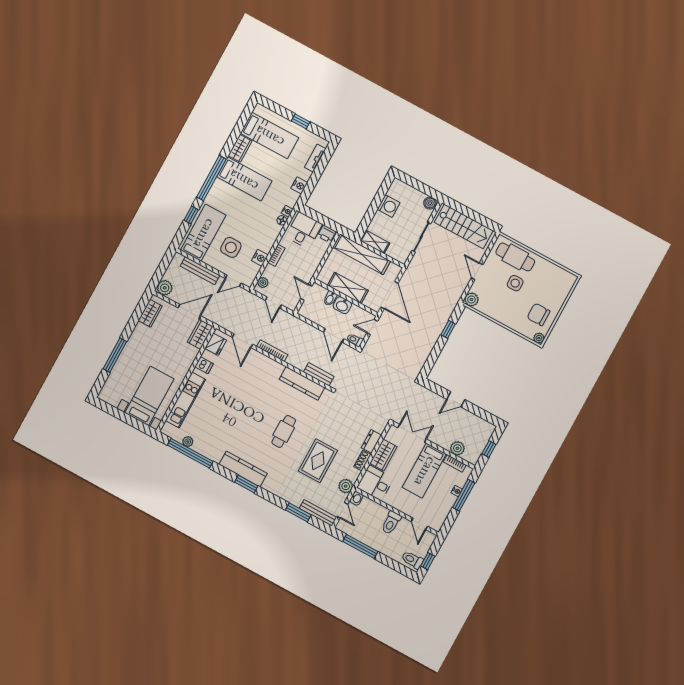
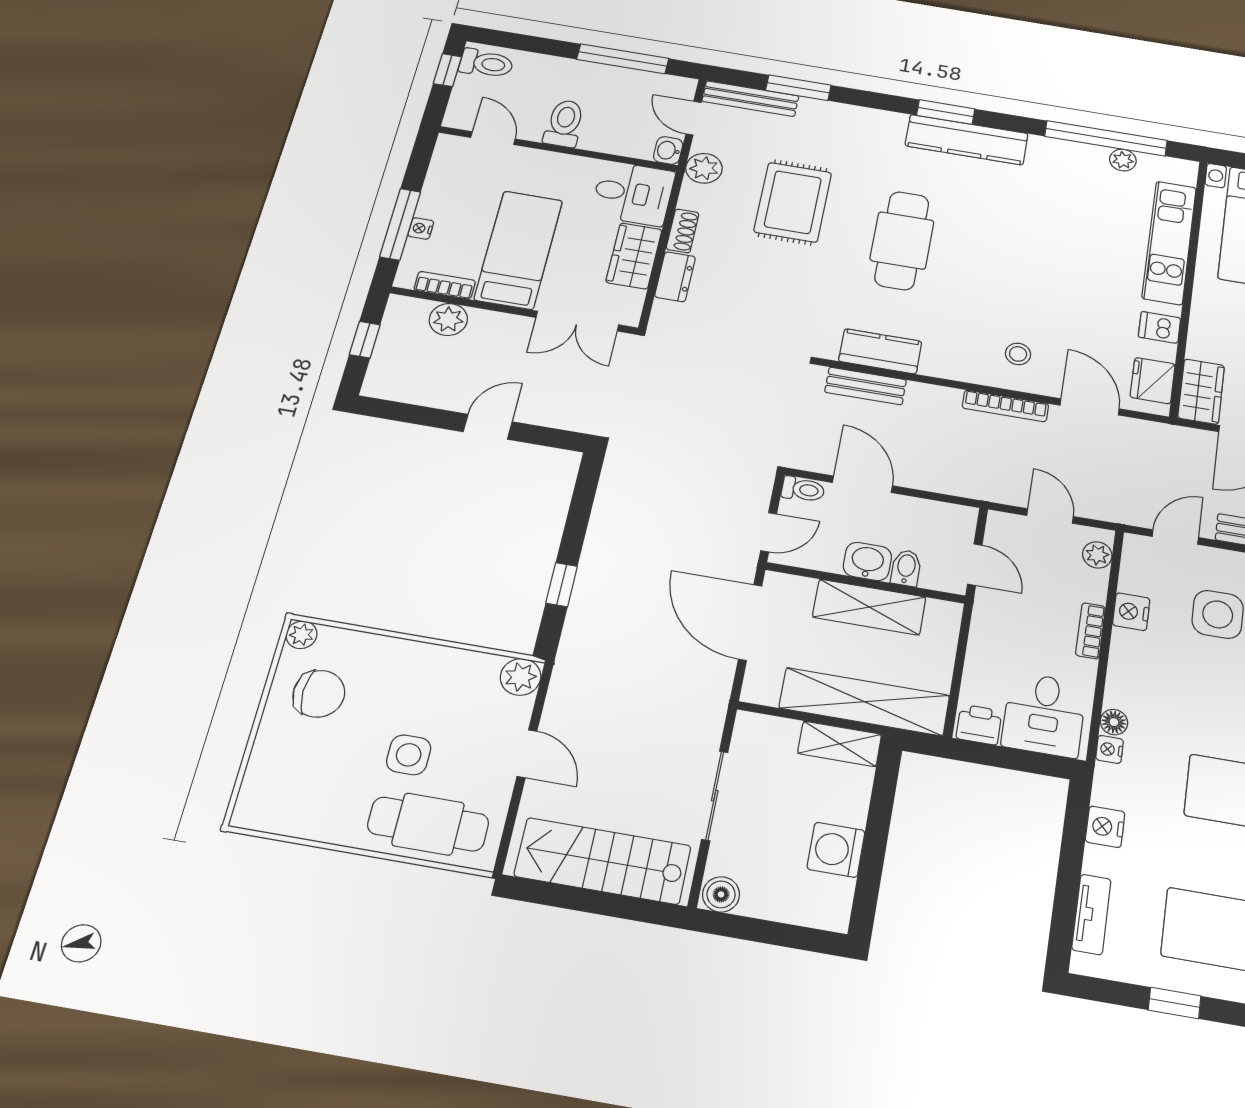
stool: (260, 370) -> (1018, 354), added
kitchen counter: (302, 383) -> (880, 351), width x0.67
cafe table: (284, 431) -> (902, 240), width x1.37, depth x1.35

